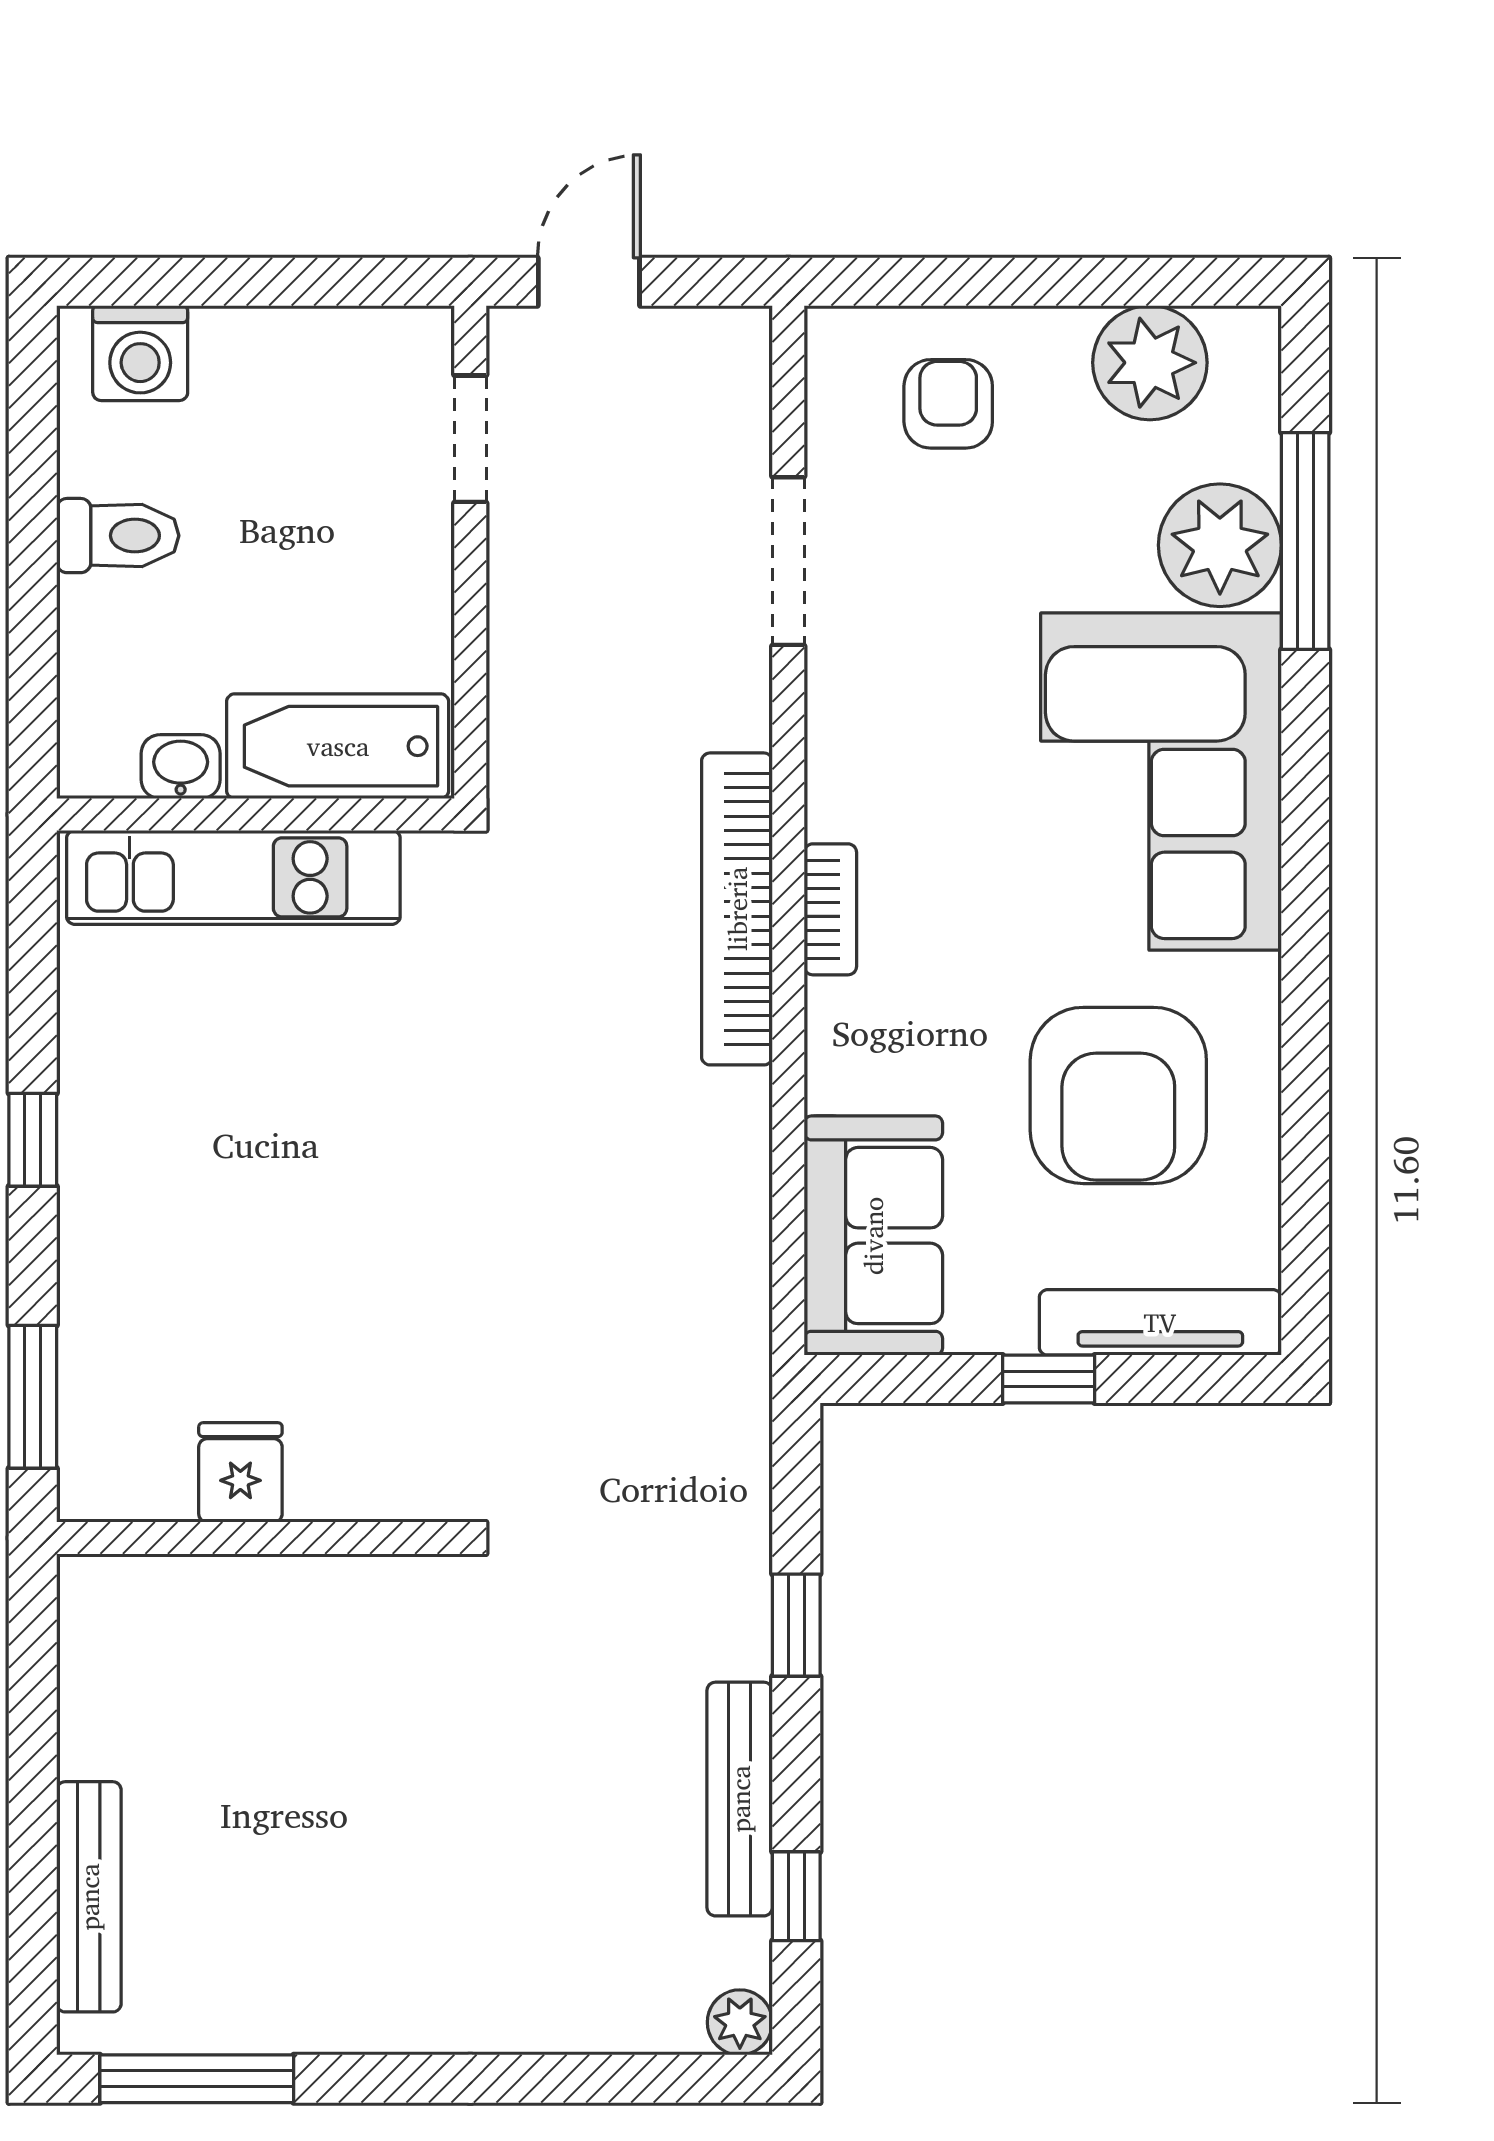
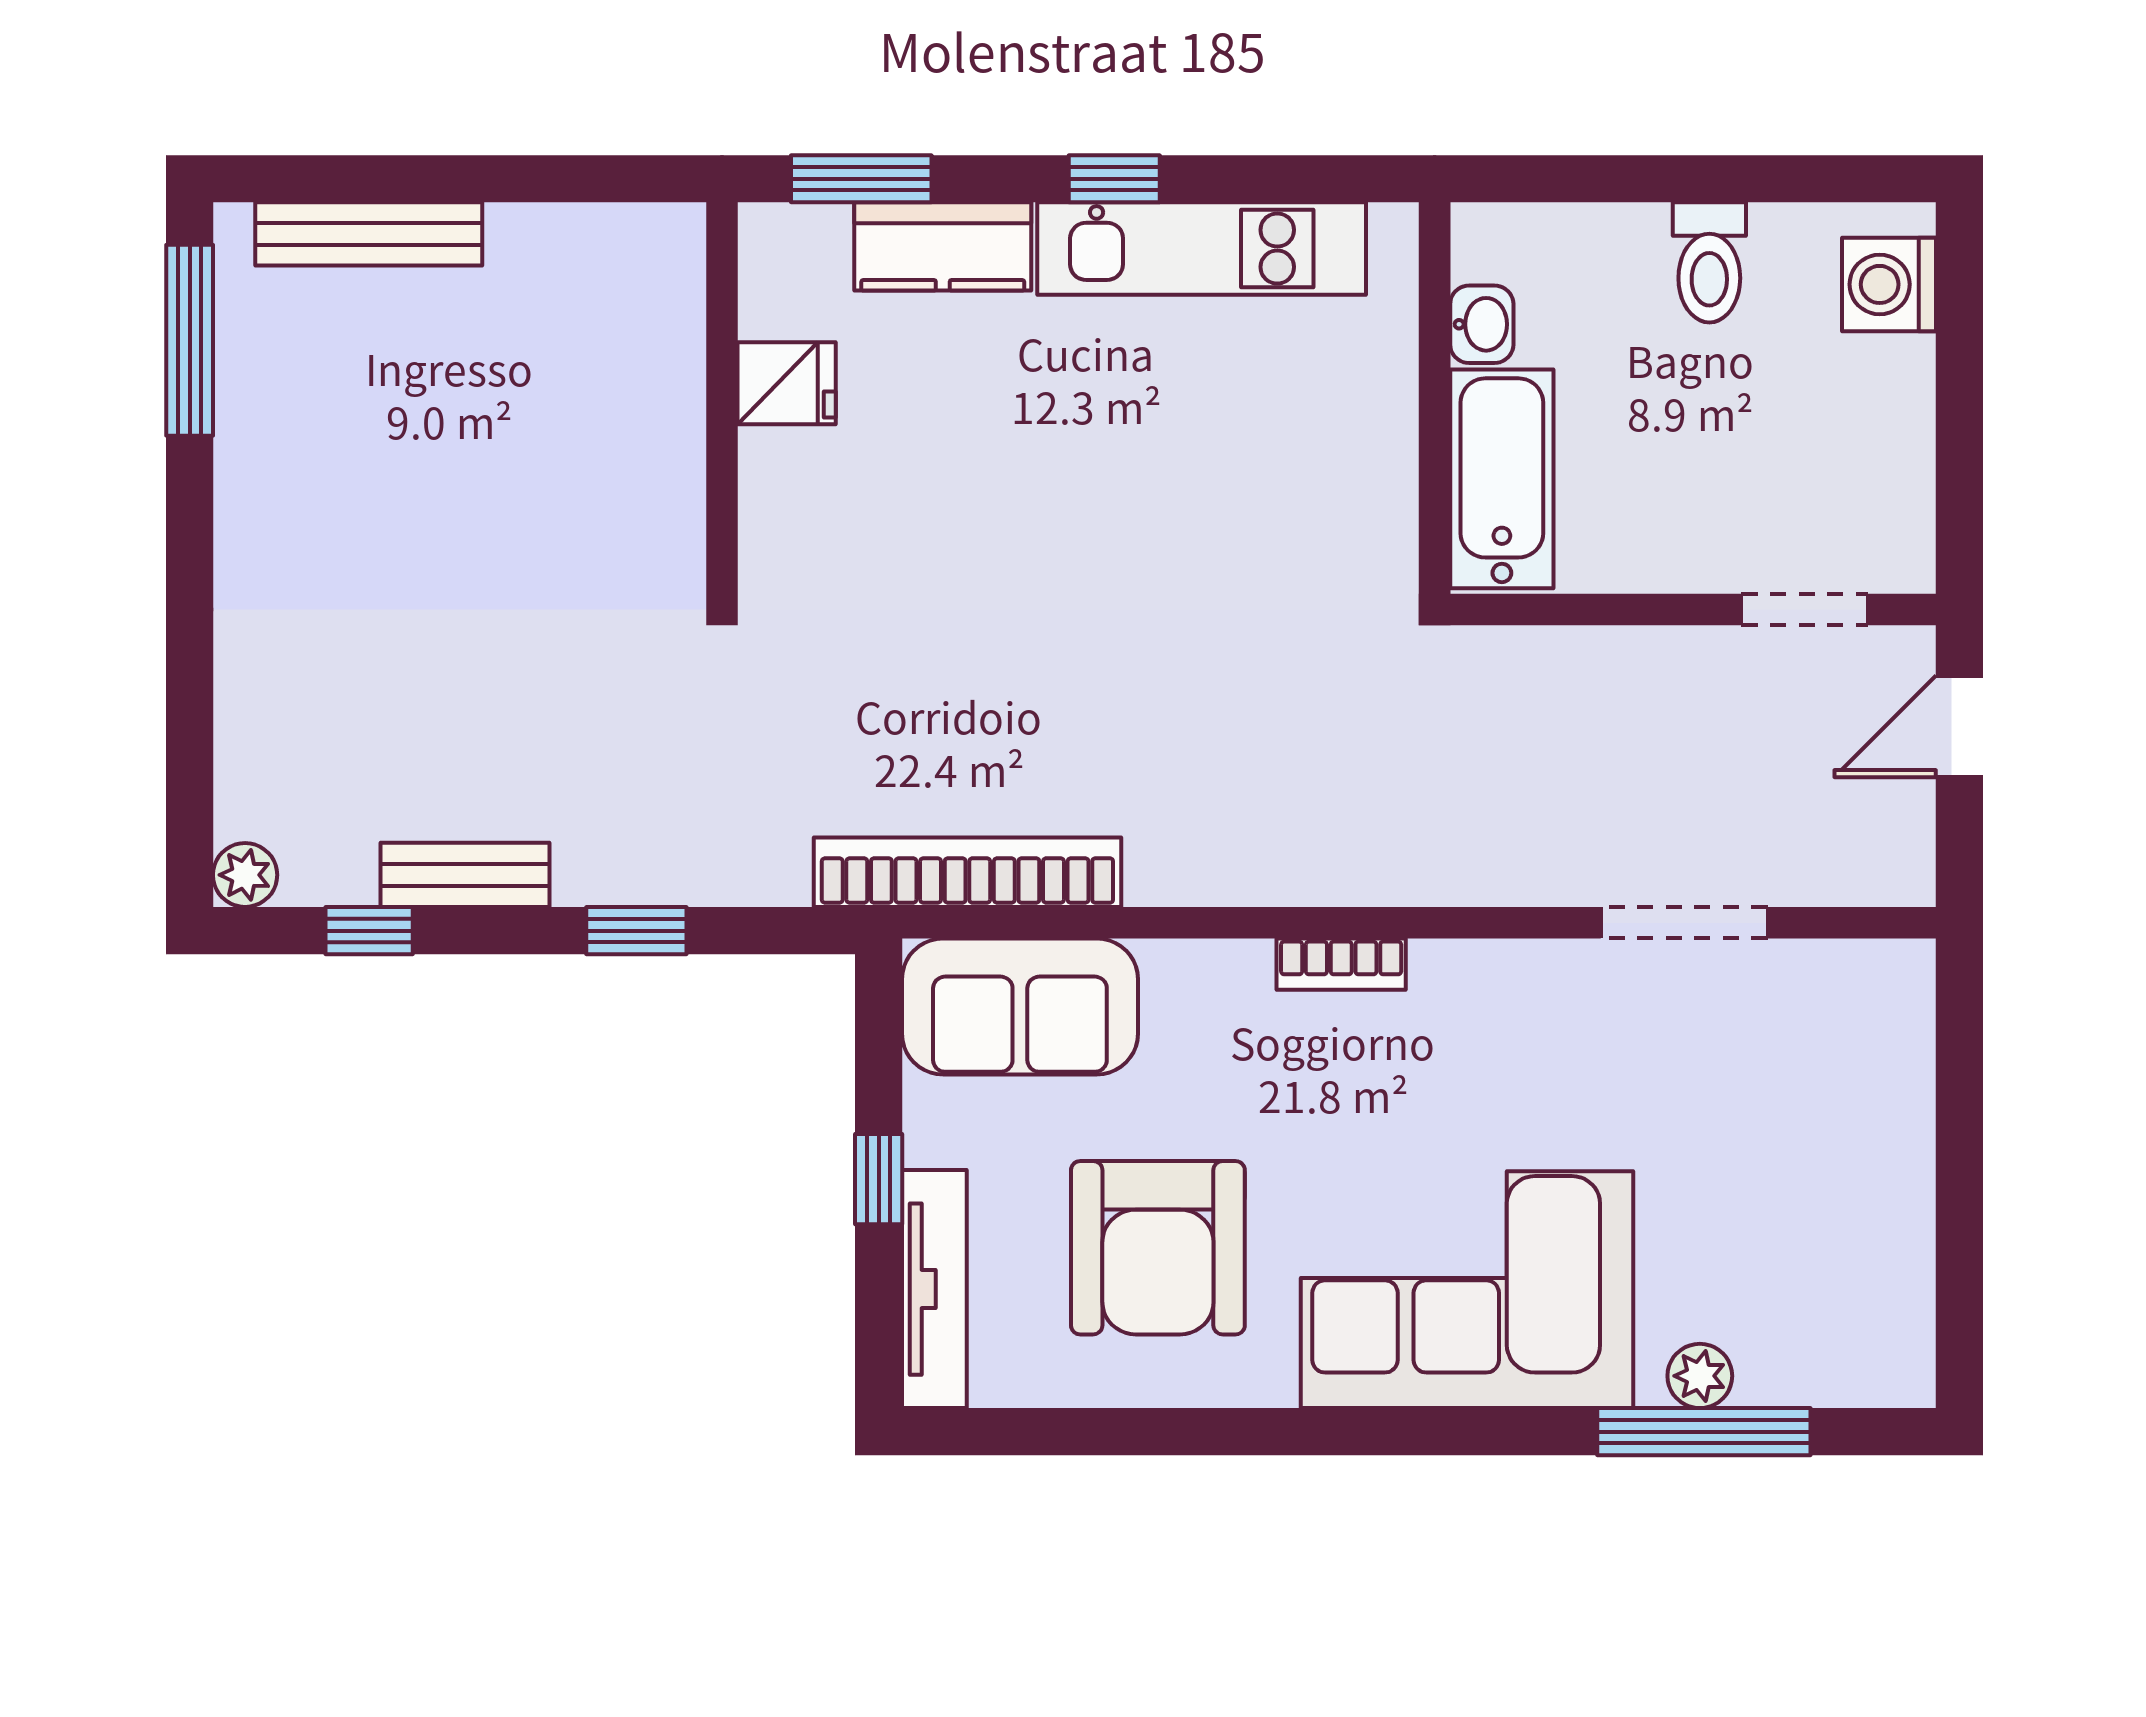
door: (589, 282) -> (1959, 726), swing flipped
plant: (1150, 363) -> (1879, 1279), removed
armchair: (948, 404) -> (1839, 1080), removed
plant: (1220, 545) -> (1700, 1376), width x0.53, depth x0.53
kitchen unit: (233, 877) -> (1202, 249), moved, turned -90
bookcase: (737, 909) -> (967, 872), moved
armchair: (1118, 1095) -> (1158, 1248), turned -90
kitchen counter: (102, 1314) -> (943, 246), added
bench: (740, 1799) -> (465, 875), width x0.73

